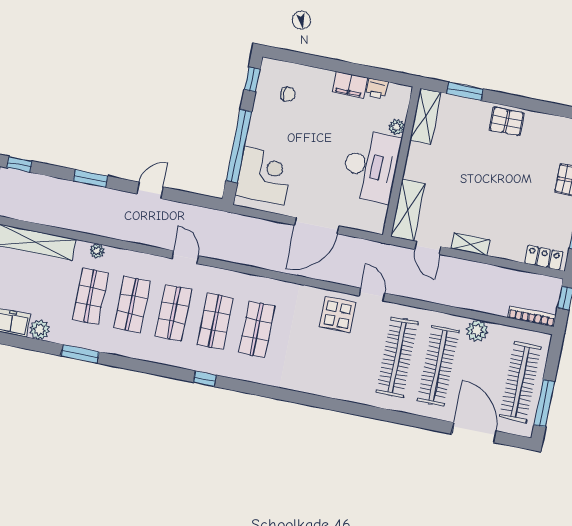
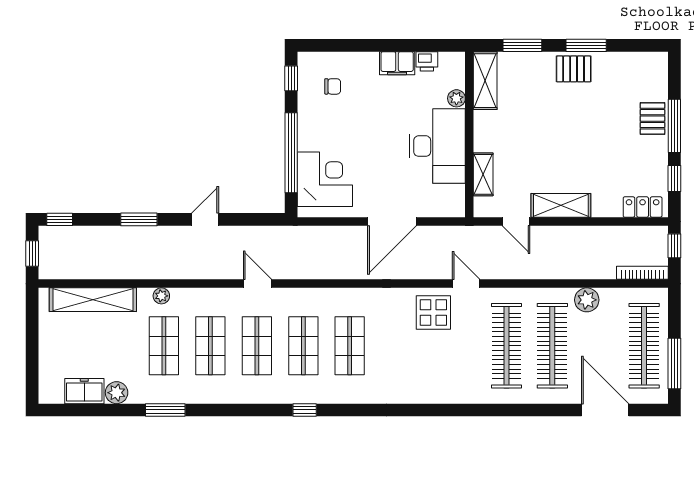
window: (522, 103) -> (586, 45), added
shelving: (408, 210) -> (483, 174), width x0.67, depth x0.75
shelving: (470, 244) -> (561, 205), width x1.50, depth x1.33

